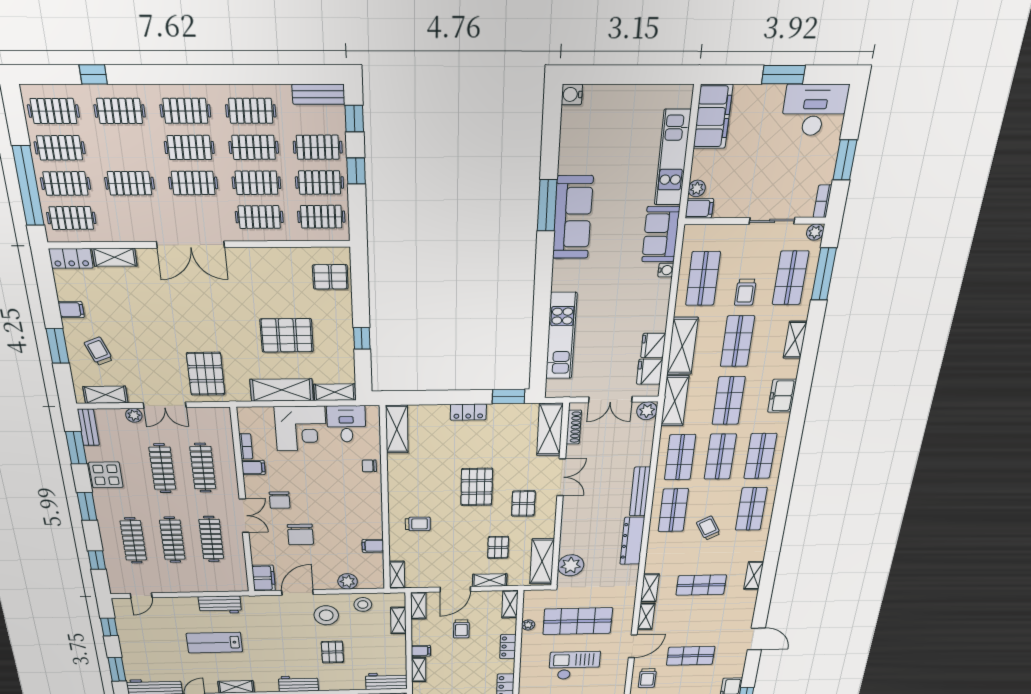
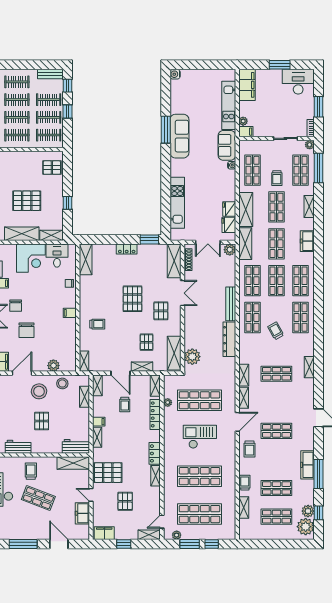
filing cabinet: (373, 546) -> (70, 313), moved
door: (455, 589) -> (121, 373), hinge flipped
locker: (508, 646) -> (155, 414), width x1.53

